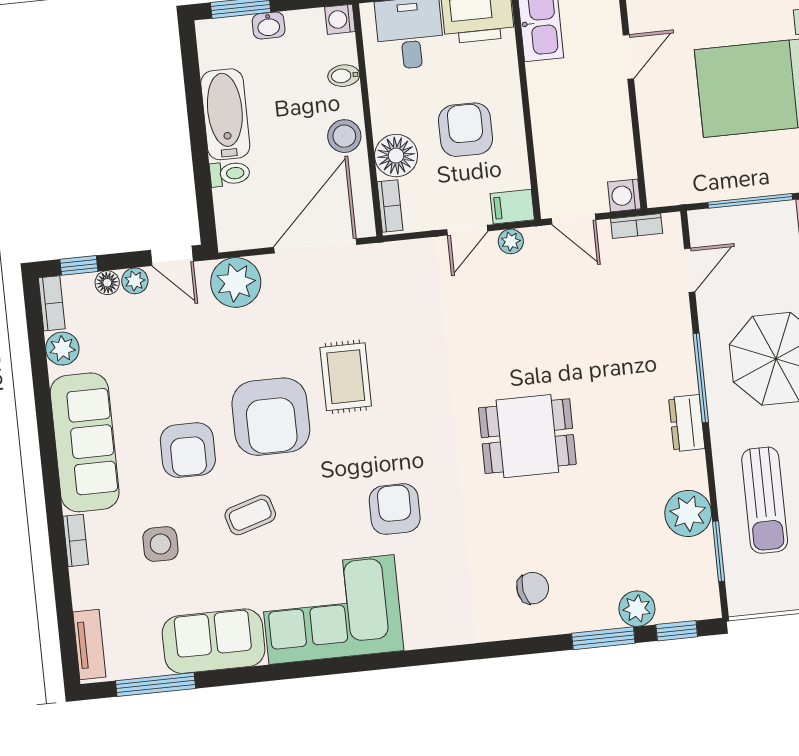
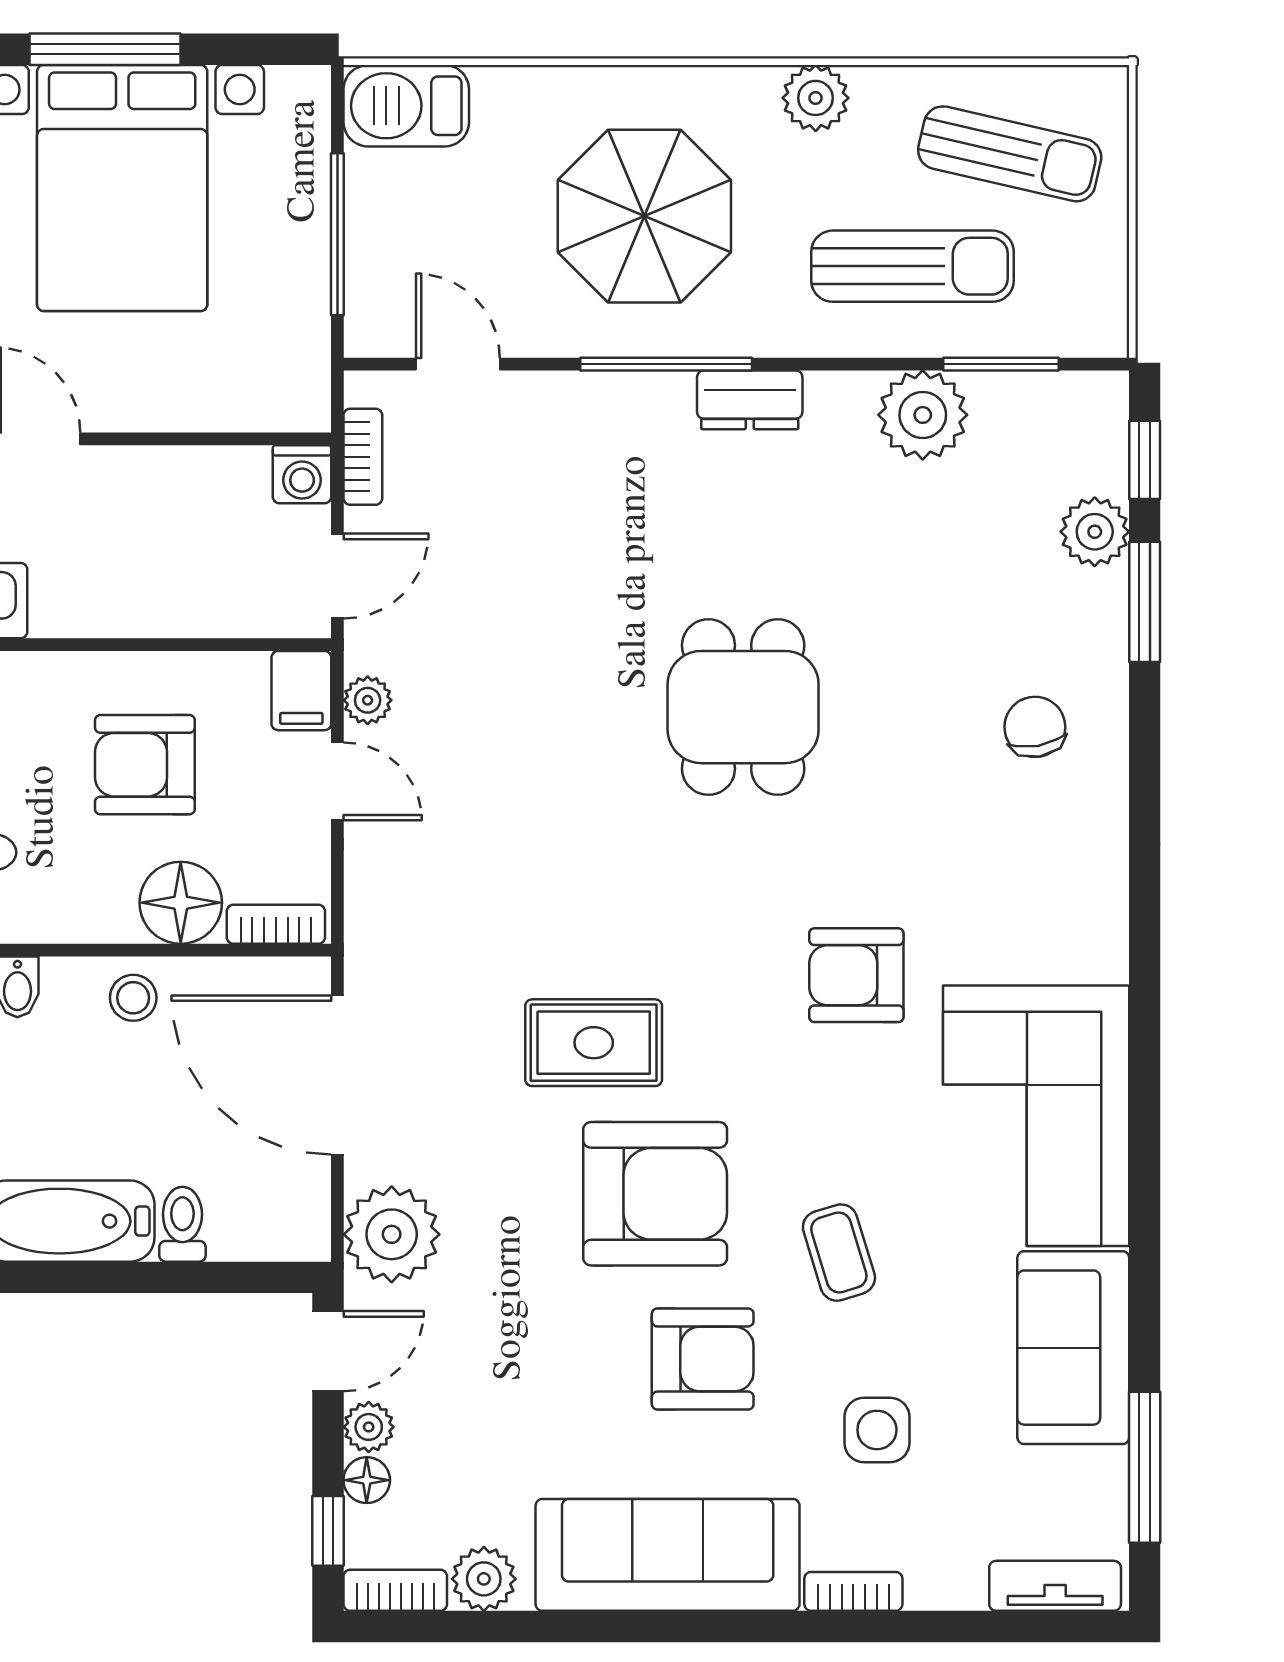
stool: (344, 136) -> (133, 998), width x0.73, depth x0.73

